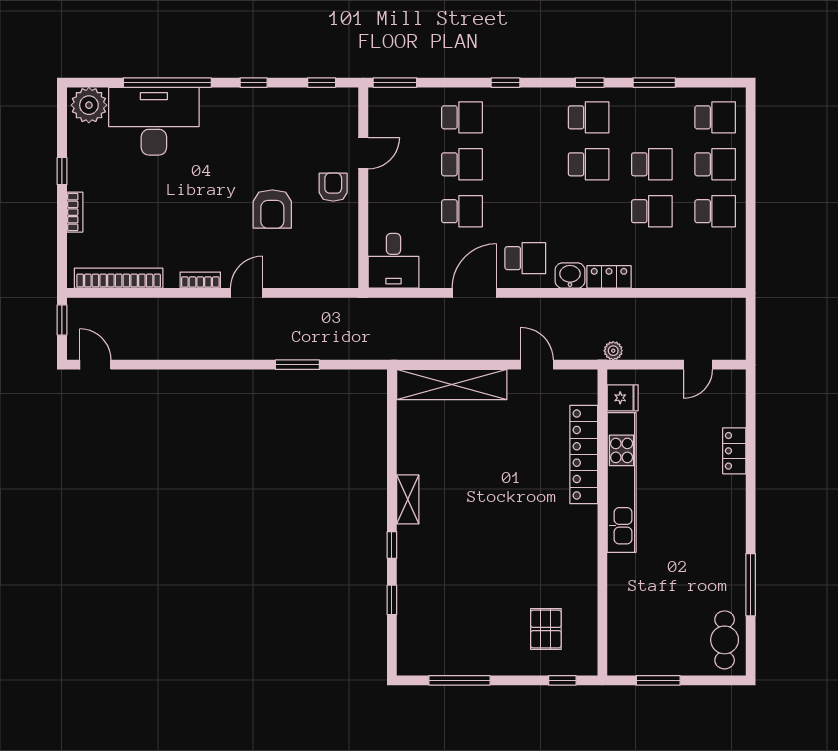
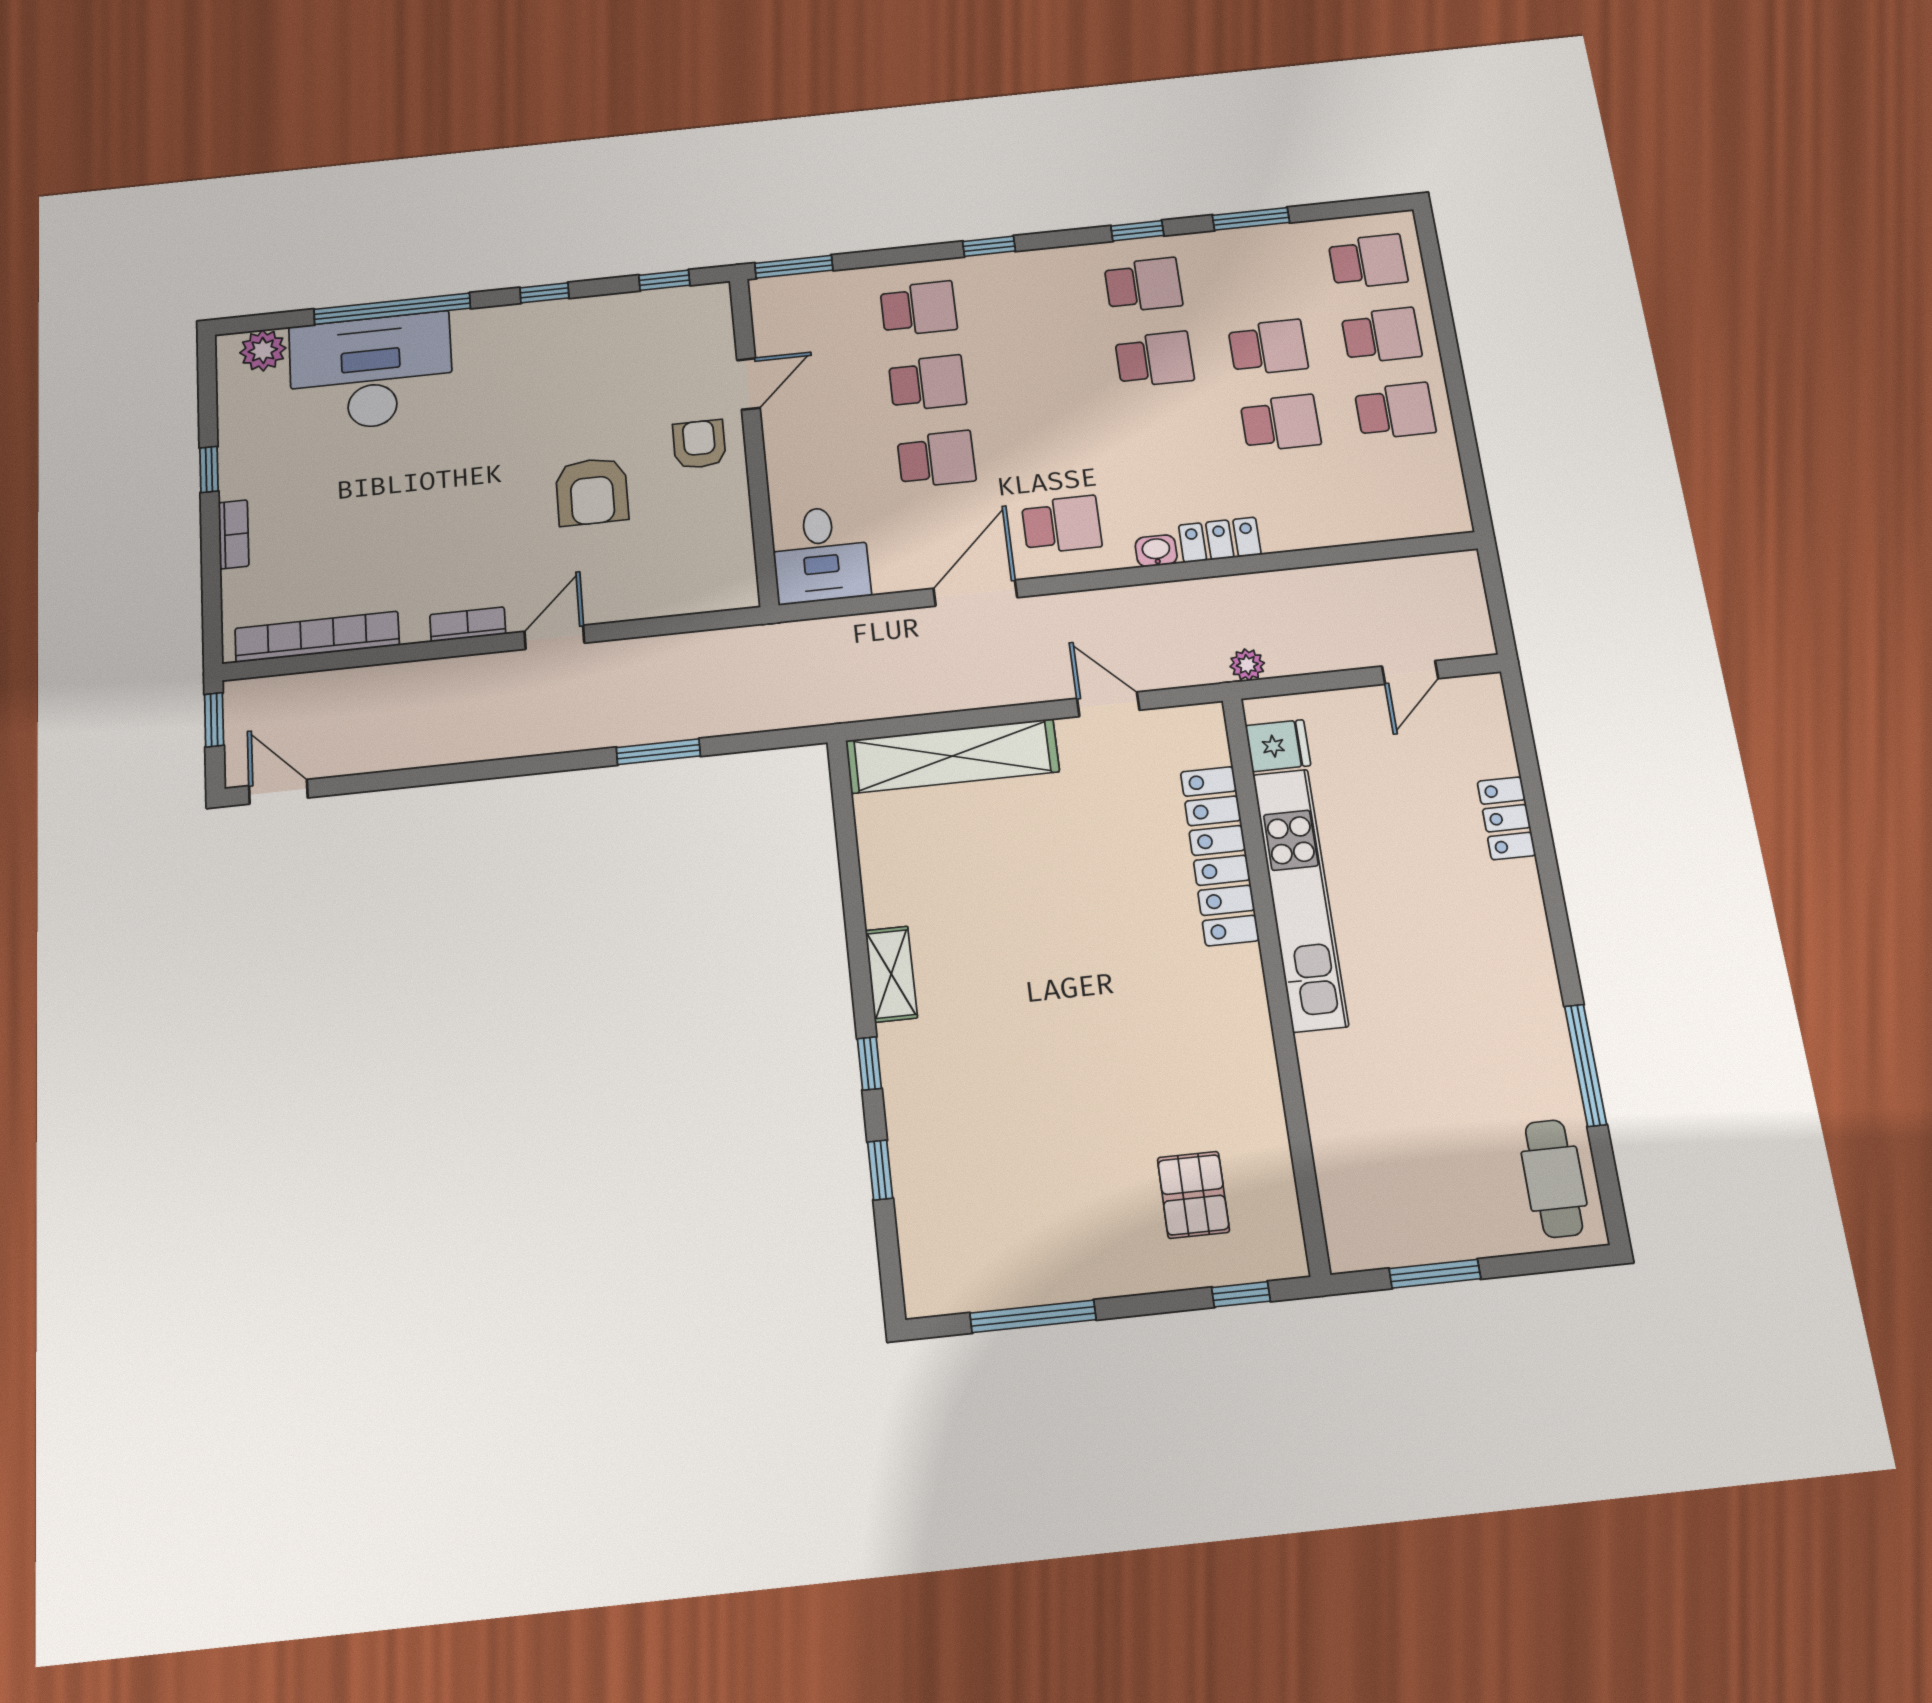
plant: (89, 105) -> (263, 350), width x0.73, depth x0.73
washbasin: (570, 276) -> (1156, 551), width x0.72, depth x0.69

